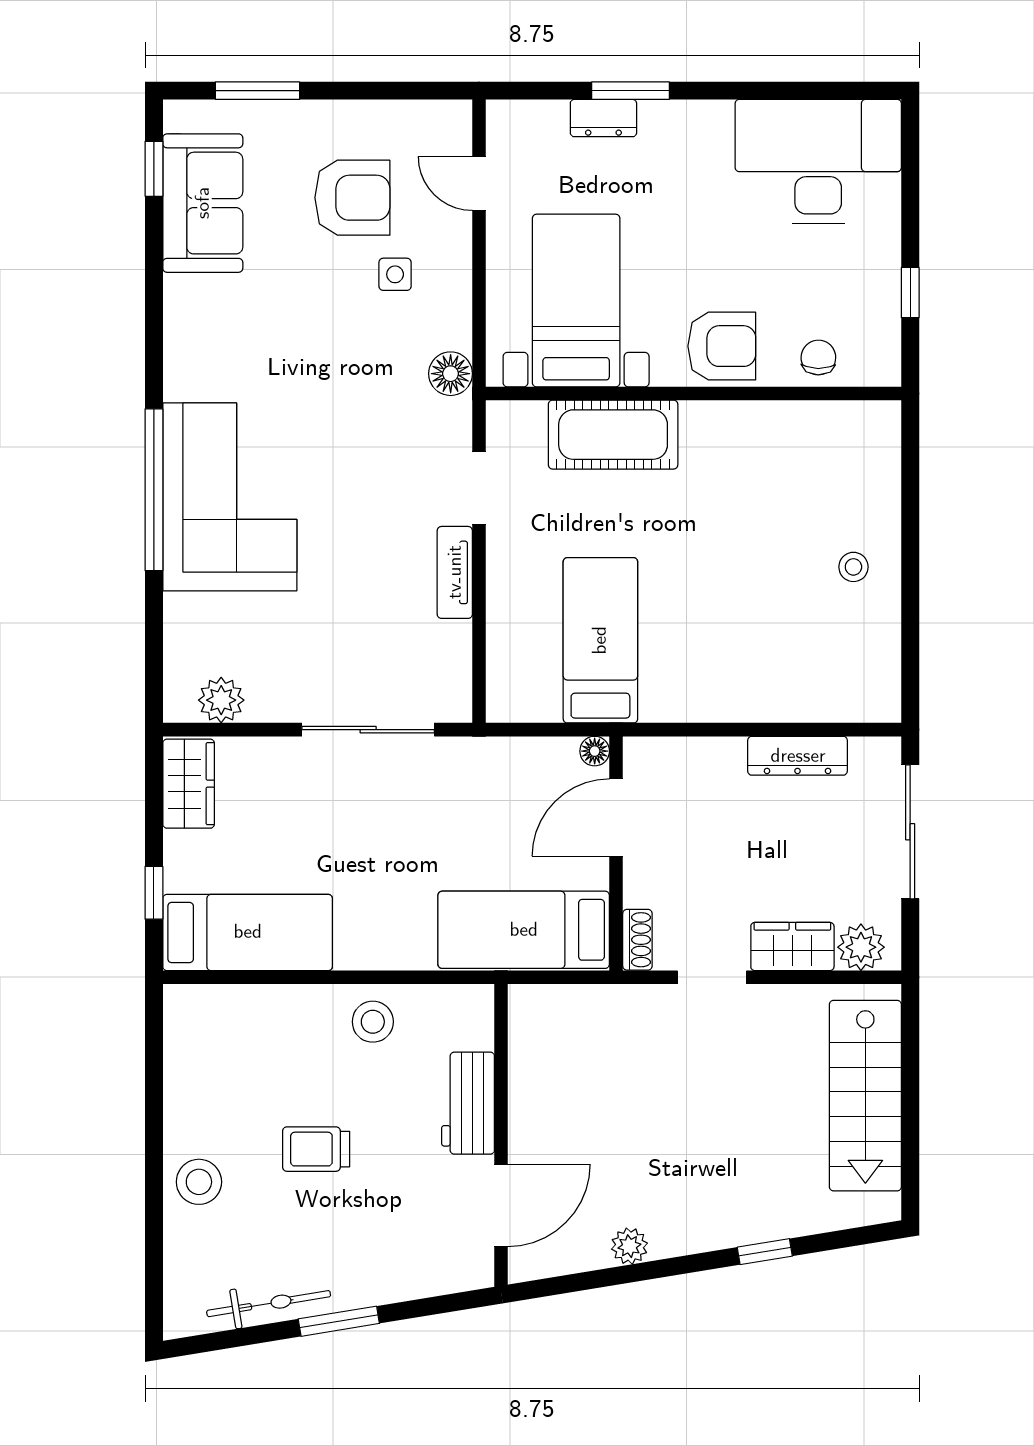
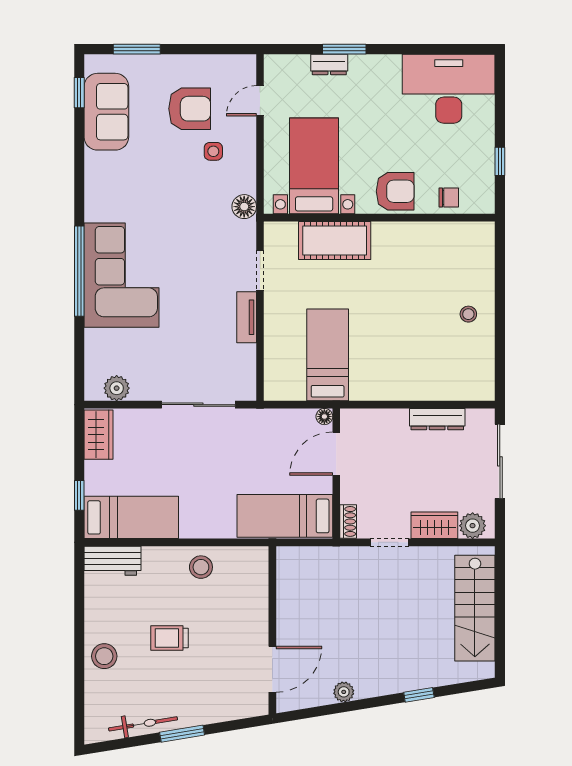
door: (479, 183) -> (260, 101), hinge flipped
chair: (818, 357) -> (449, 198), turned 89
workbench: (468, 1103) -> (113, 561), moved, turned -90

